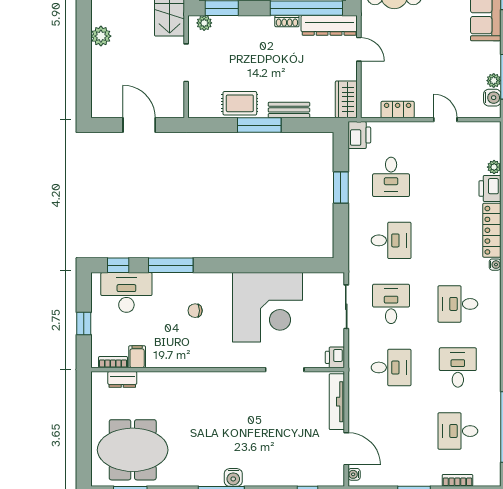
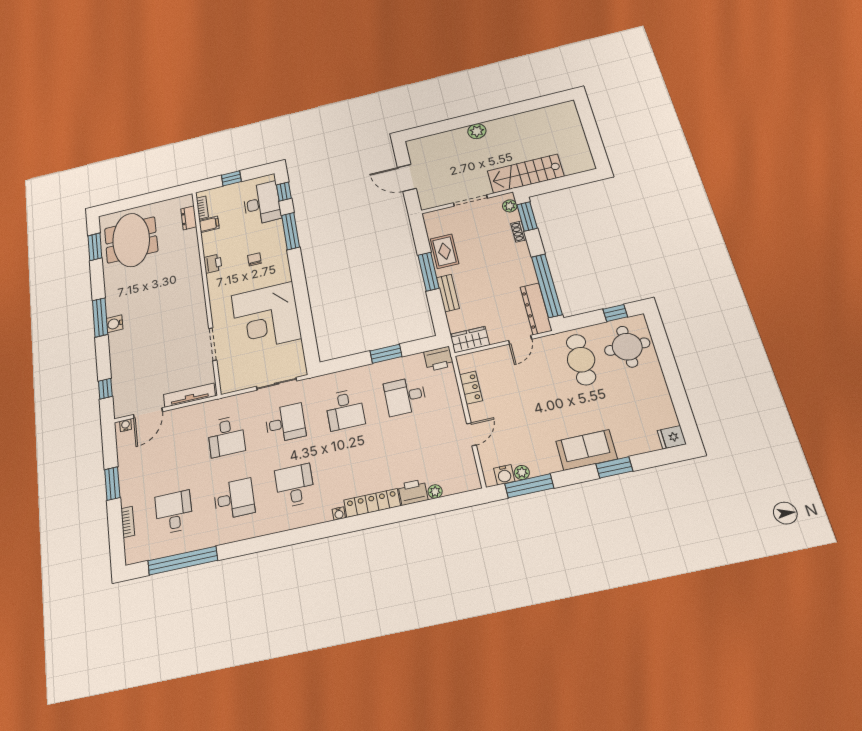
shoe rack: (287, 21) -> (519, 232), moved
door: (139, 125) -> (407, 178), swing flipped
printer: (335, 357) -> (213, 264), moved, turned 90

